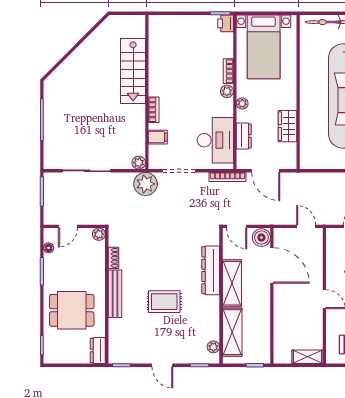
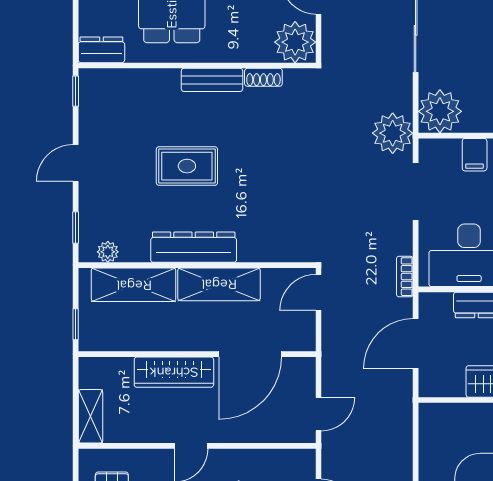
plant: (139, 163) -> (440, 111), width x1.88, depth x1.88
bookcase: (228, 177) -> (405, 277), width x0.64
plant: (99, 234) -> (295, 42), width x1.88, depth x1.88
boiler: (261, 238) -> (299, 336), removed
dresser: (211, 270) -> (194, 247), moved
bench: (115, 294) -> (212, 80), width x0.73
rug: (164, 302) -> (187, 166), turned 90
wardrobe: (282, 309) -> (174, 372), added

